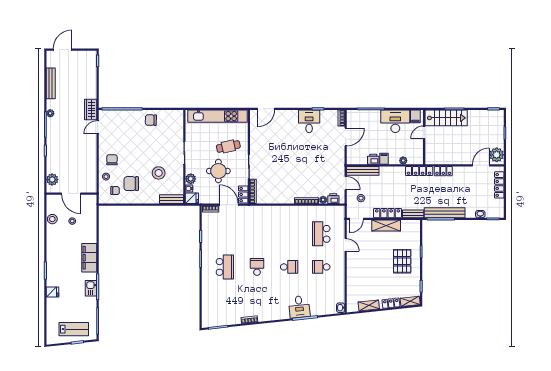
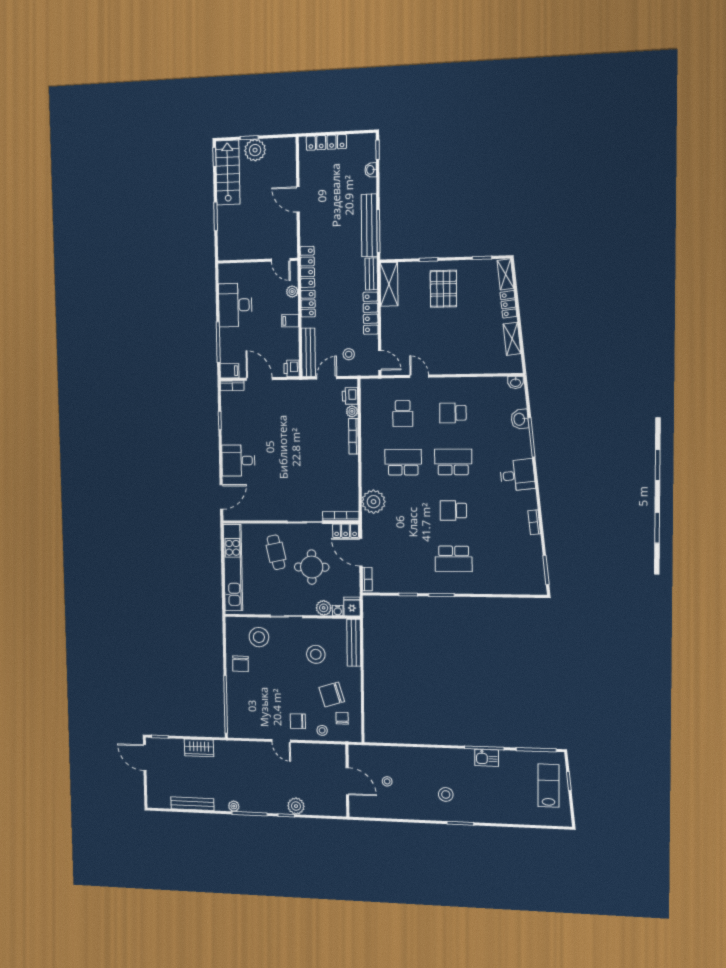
door: (63, 50) -> (145, 758), moved
wardrobe: (91, 109) -> (199, 748), moved
door: (266, 109) -> (221, 497), hinge flipped
filing cabinet: (415, 116) -> (230, 371), moved
stairs: (446, 118) -> (228, 173), moved
desk: (309, 121) -> (238, 461), moved
door: (98, 127) -> (281, 741), moved
door: (424, 132) -> (281, 260), moved
stool: (170, 133) -> (259, 637), added
plant: (497, 155) -> (255, 150), moved
printer: (373, 159) -> (292, 368), moved
door: (481, 165) -> (298, 199), moved
locker: (443, 171) -> (308, 304), moved
plant: (52, 180) -> (296, 806), moved
chair: (131, 184) -> (332, 694), turned 73
door: (71, 194) -> (347, 781), hinge flipped
bench: (171, 199) -> (354, 643), width x1.36
door: (229, 205) -> (361, 552), hinge flipped
plant: (263, 214) -> (374, 502), added
stool: (52, 219) -> (446, 794), moved
shelving: (386, 226) -> (389, 284), moved
school desk: (289, 234) -> (403, 462), added
school desk: (321, 234) -> (403, 414), width x0.54
door: (346, 245) -> (419, 376), hinge flipped
filing cabinet: (89, 258) -> (441, 759), removed
pallet: (402, 261) -> (443, 289), turned 90
school desk: (225, 267) -> (454, 559), turned 180
school desk: (289, 267) -> (453, 462), width x1.85
school desk: (321, 267) -> (453, 413), turned 90
fridge: (52, 292) -> (492, 814), removed
desk: (299, 307) -> (517, 475), moved
washbasin: (317, 310) -> (520, 419), added

